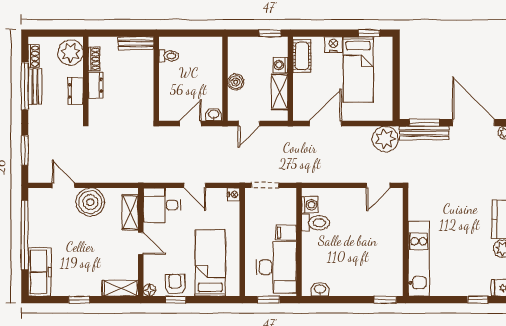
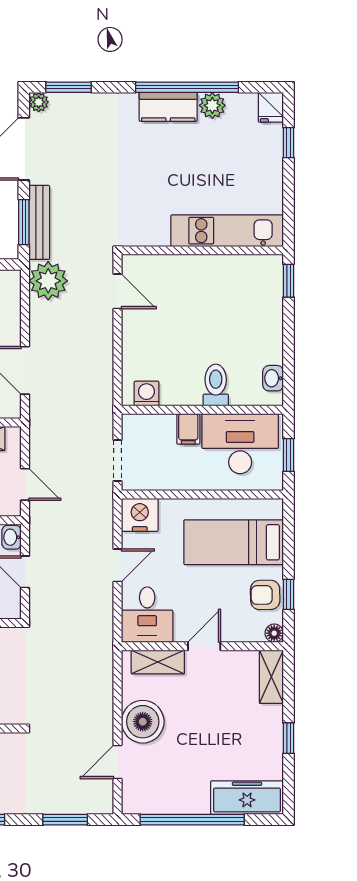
nightstand: (234, 194) -> (140, 515), width x1.89, depth x1.79
toilet: (315, 223) -> (216, 385), moved

